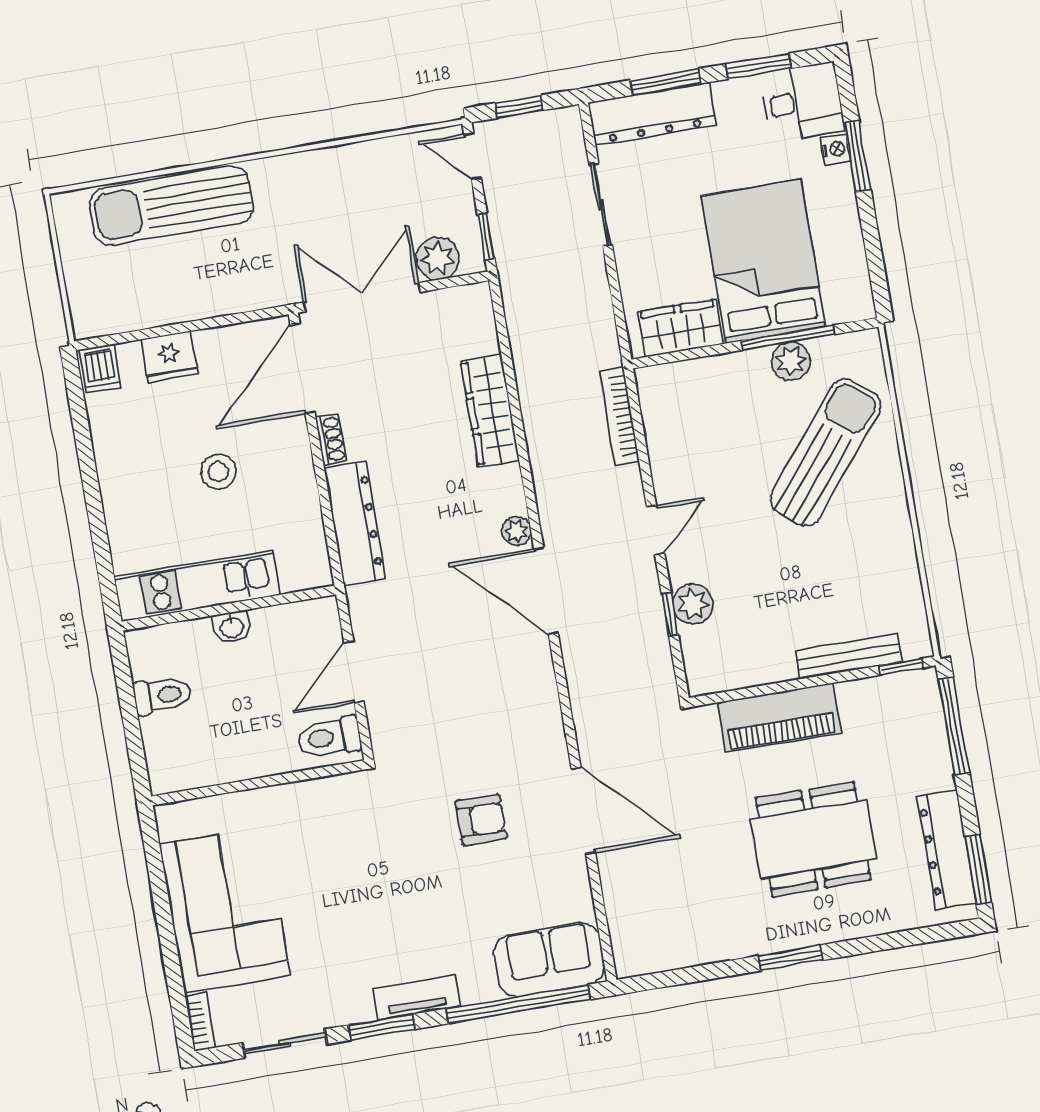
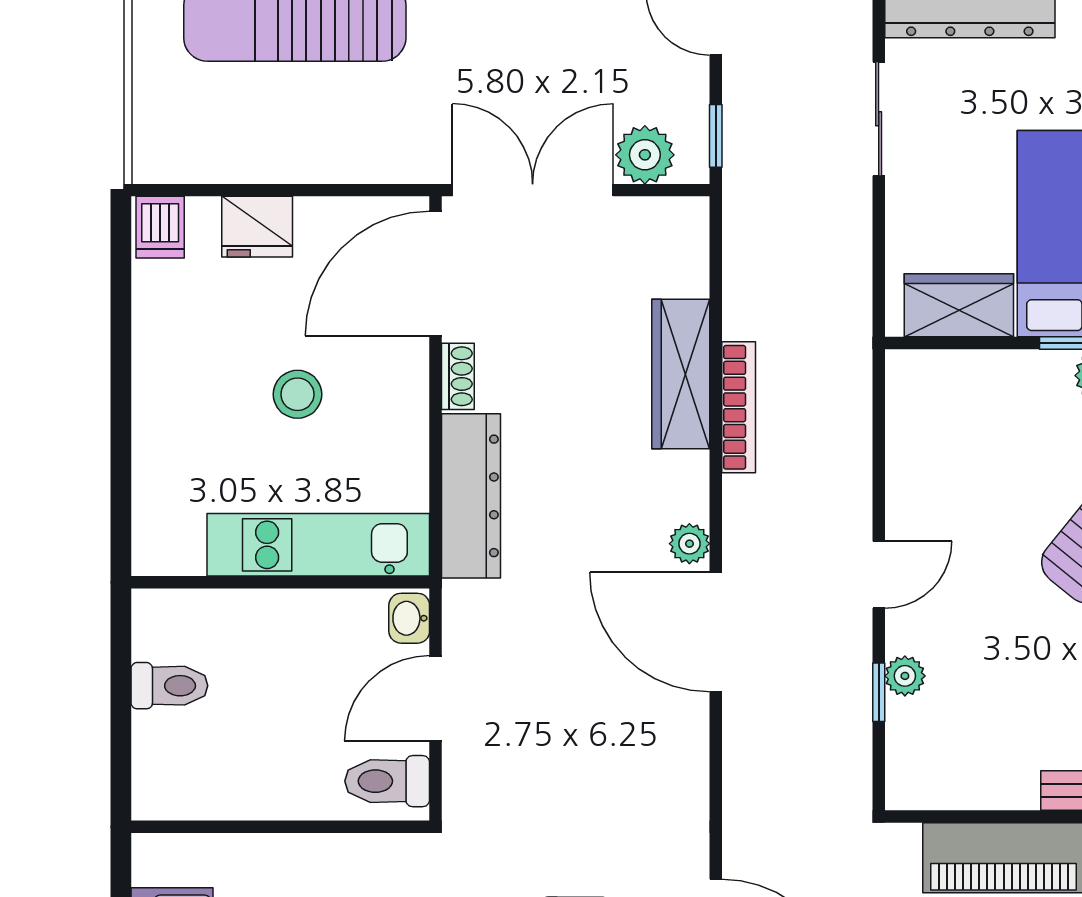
bookcase: (619, 416) -> (739, 407), moved, turned 180
kitchen unit: (197, 586) -> (318, 545), moved
plant: (693, 604) -> (905, 676), width x0.73, depth x0.73
washbasin: (232, 627) -> (409, 618), moved, turned 90

